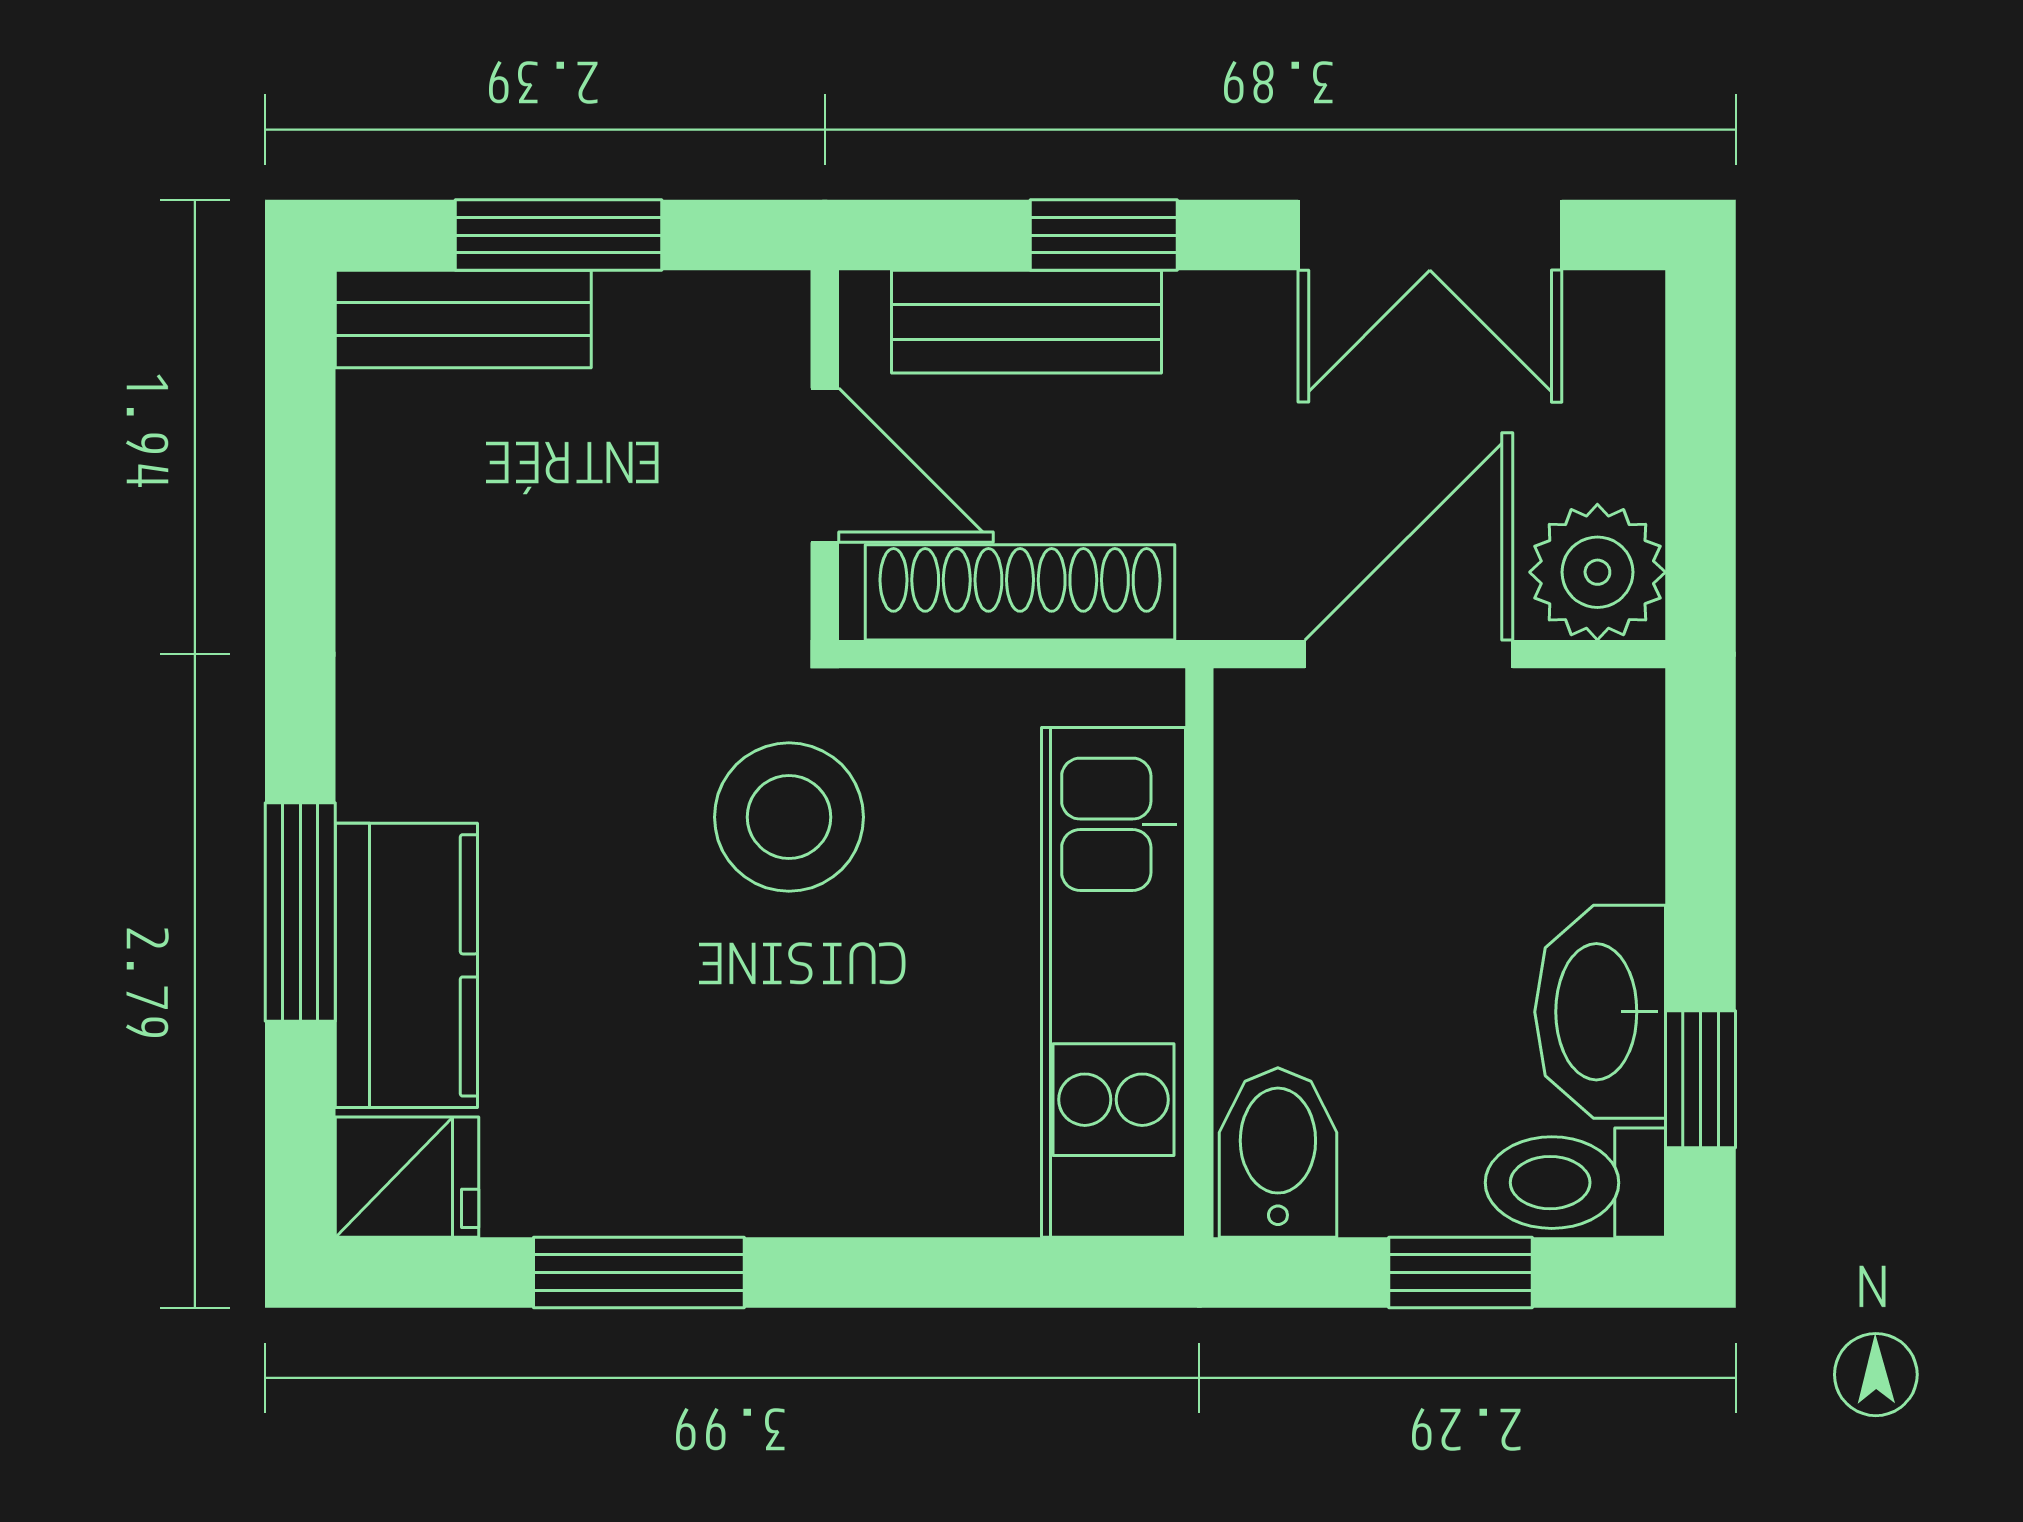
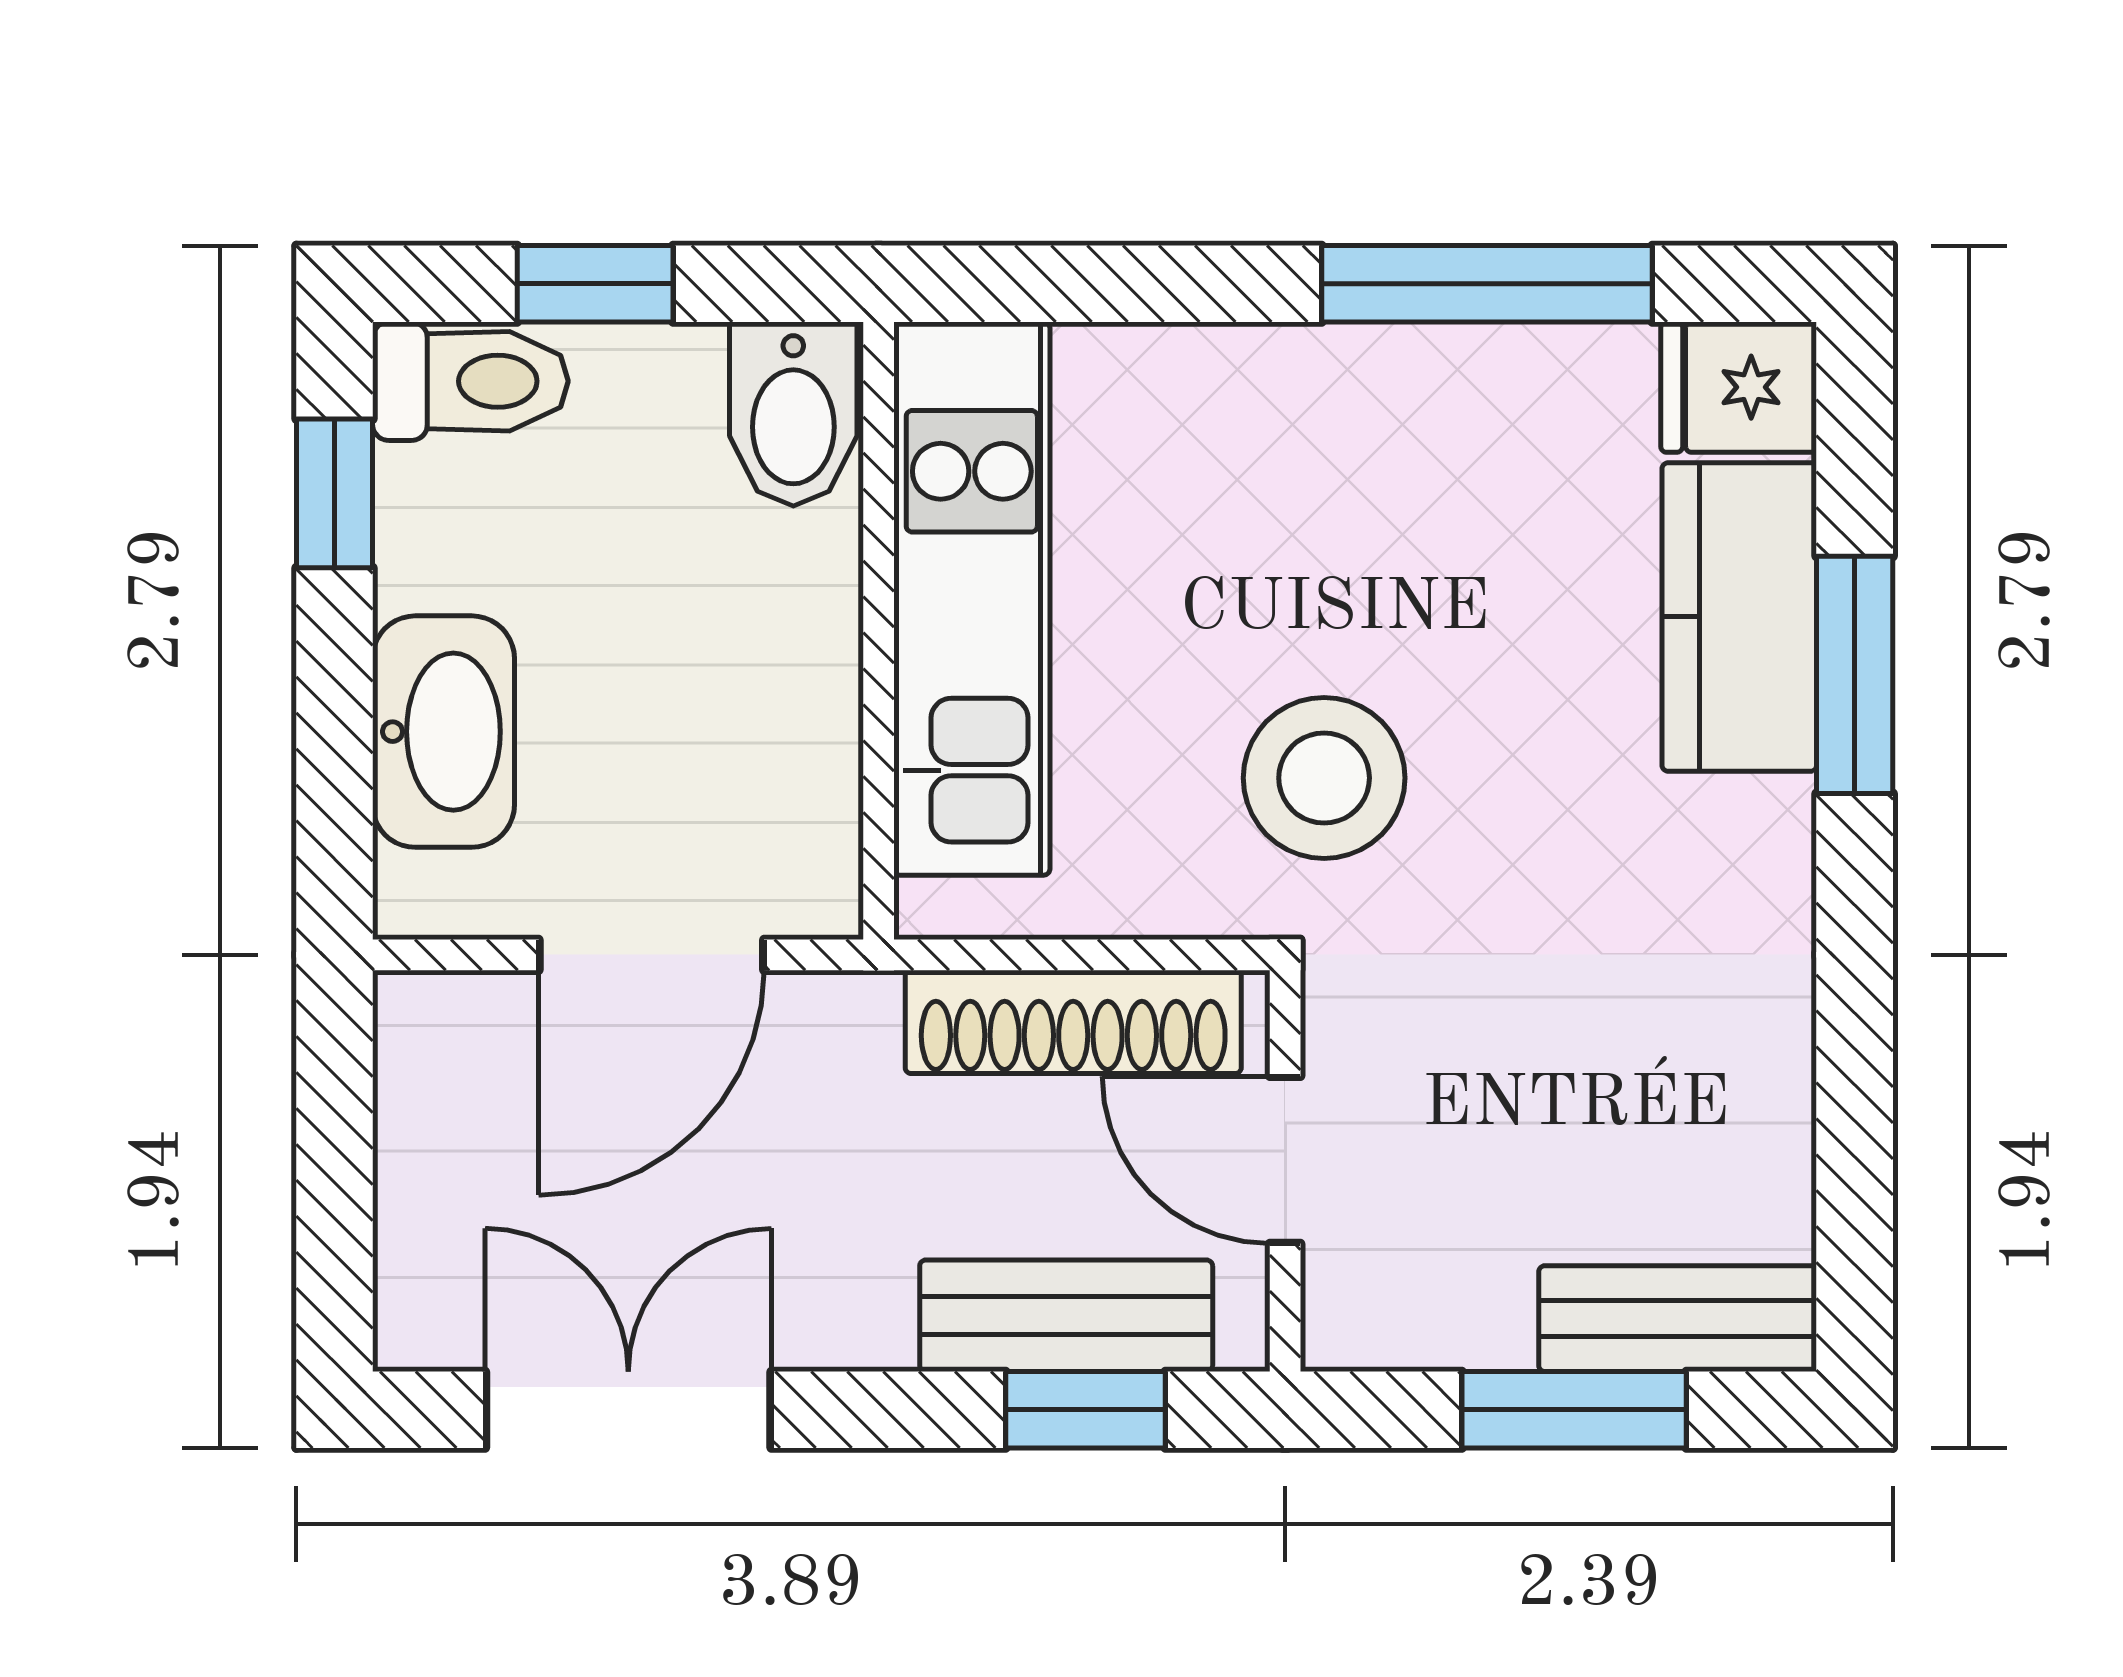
window: (1104, 235) -> (1086, 1410), moved
plant: (1597, 572) -> (446, 1044), removed
washbasin: (1600, 1012) -> (443, 732), moved
window: (639, 1272) -> (1487, 284), width x1.44

